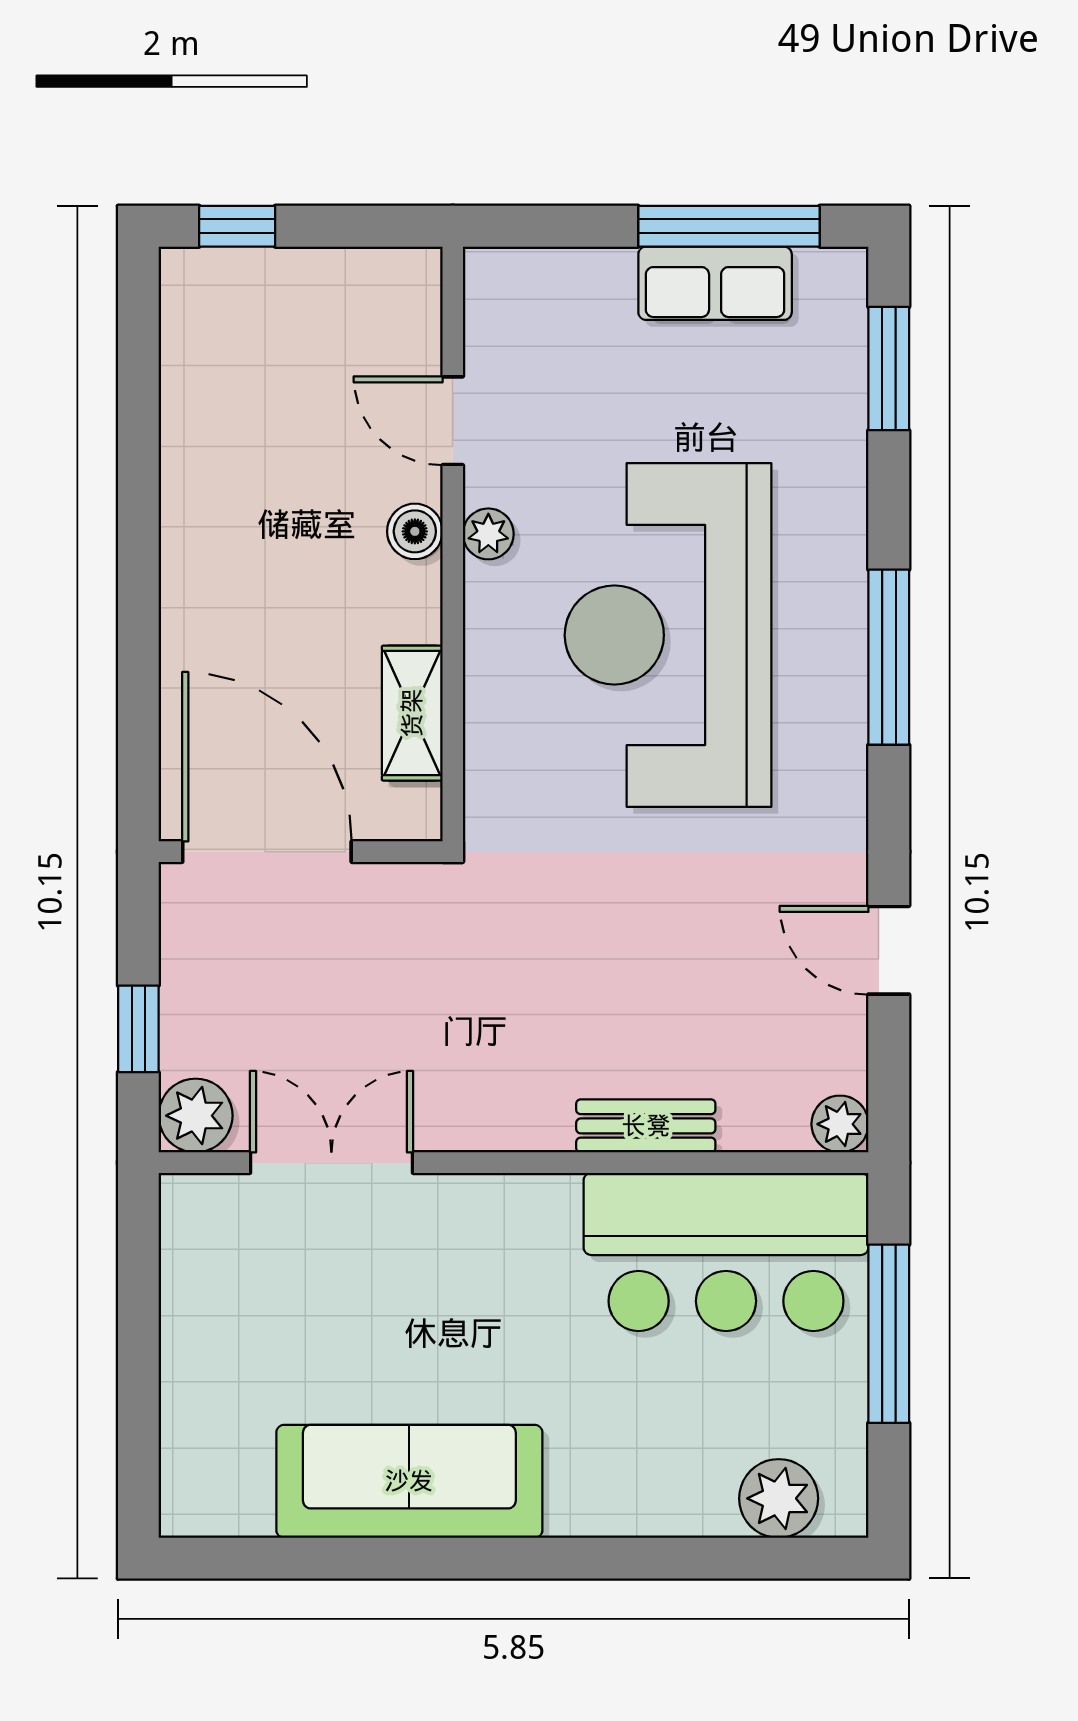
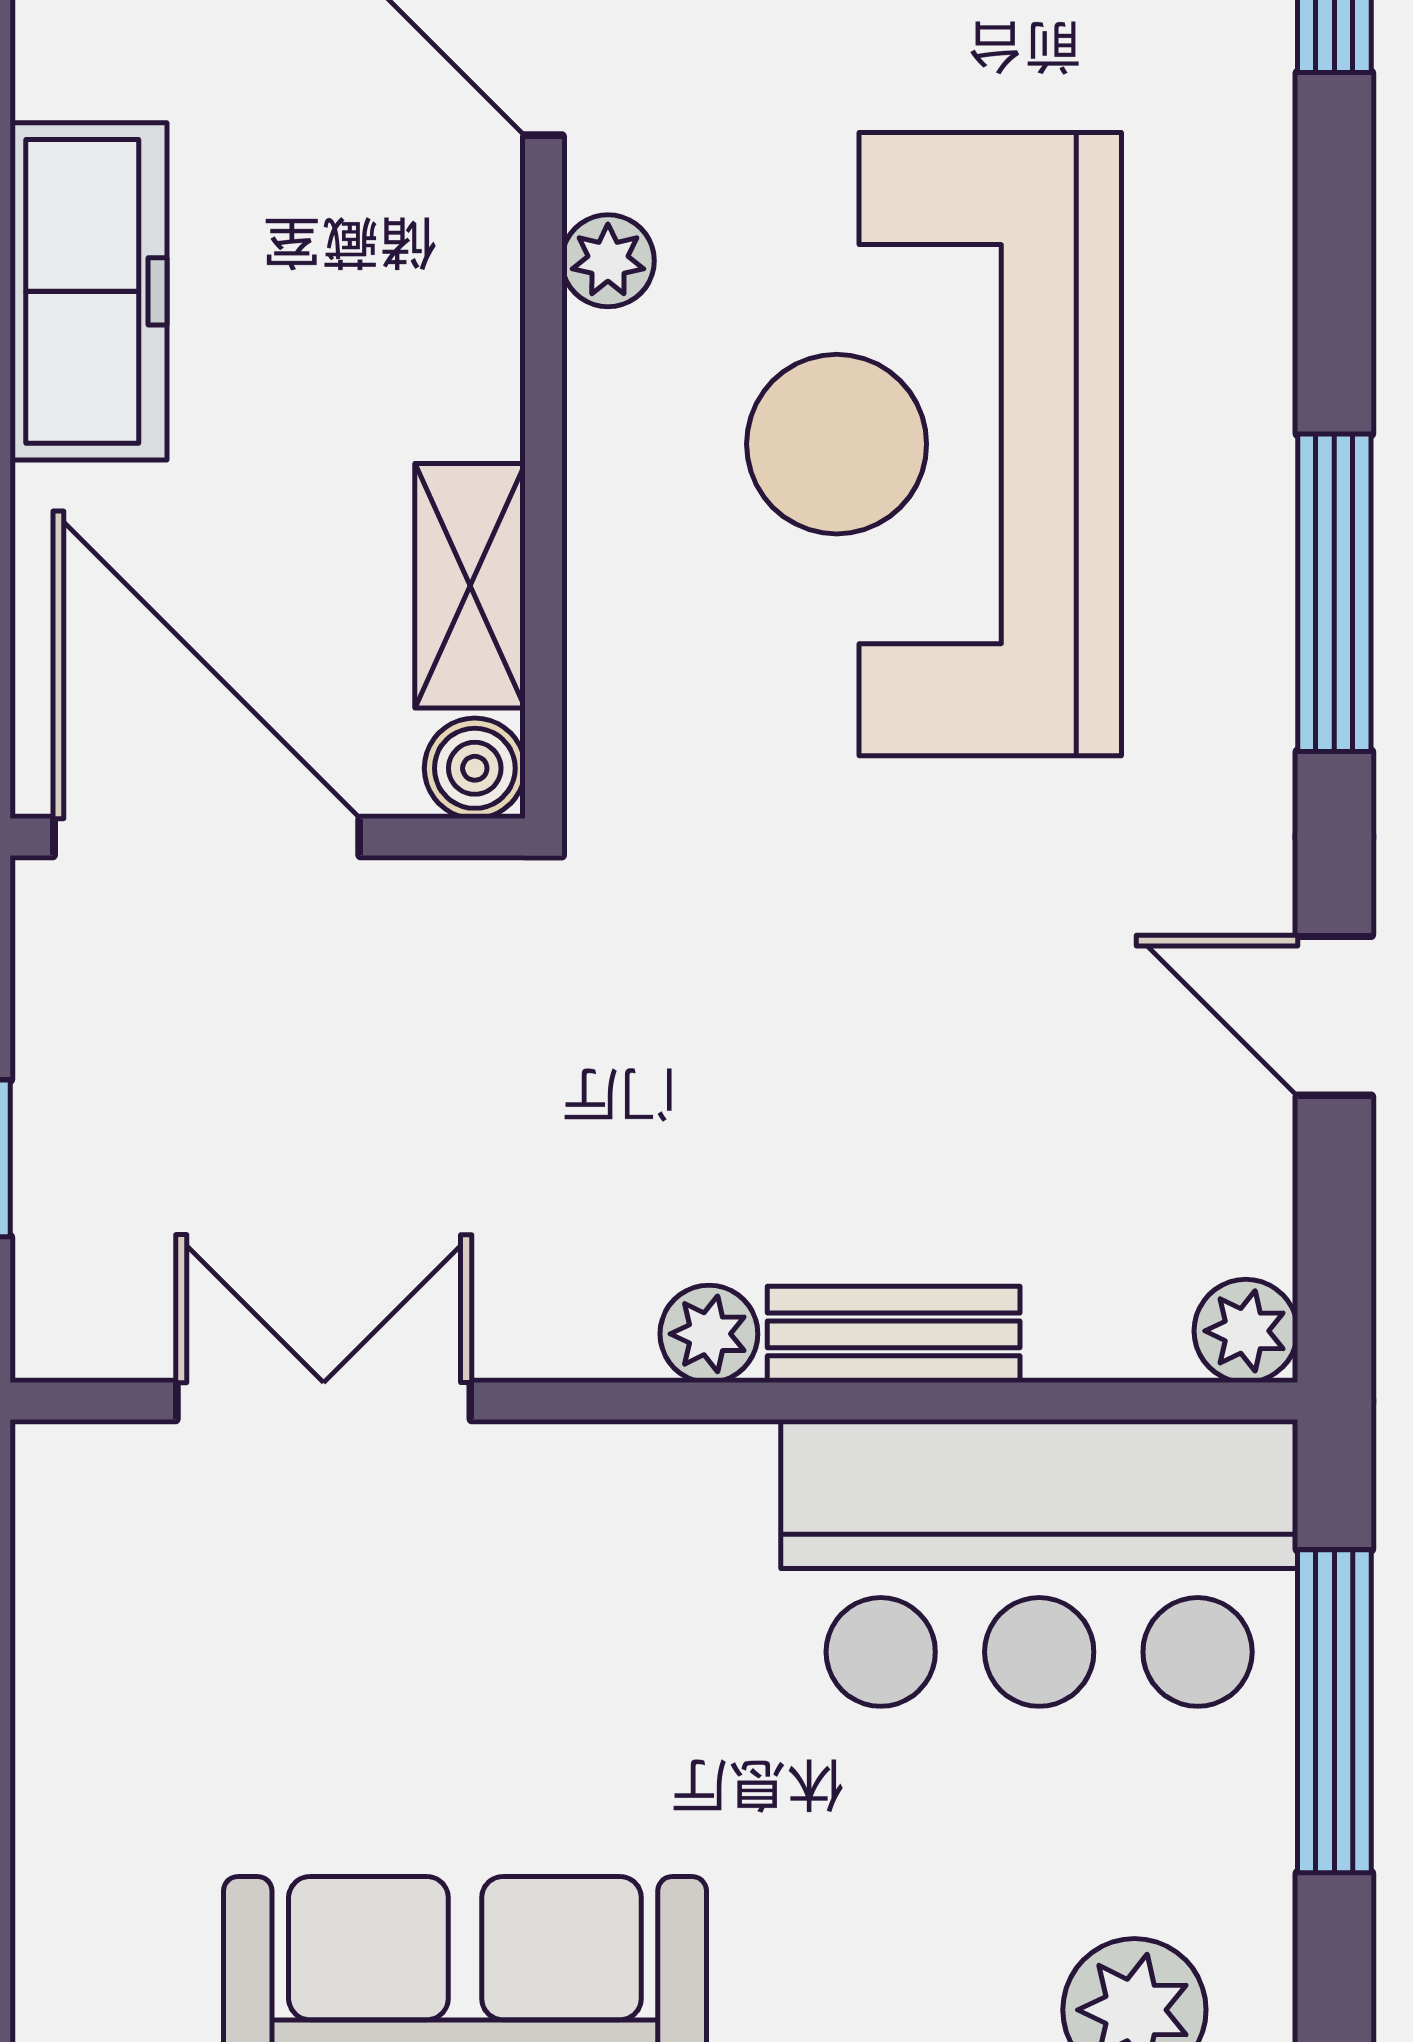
boiler: (415, 531) -> (475, 768), moved
freezer: (202, 551) -> (88, 291), added
window: (889, 657) -> (1334, 593), moved
plant: (196, 1116) -> (709, 1334), moved, width x0.73, depth x0.73

